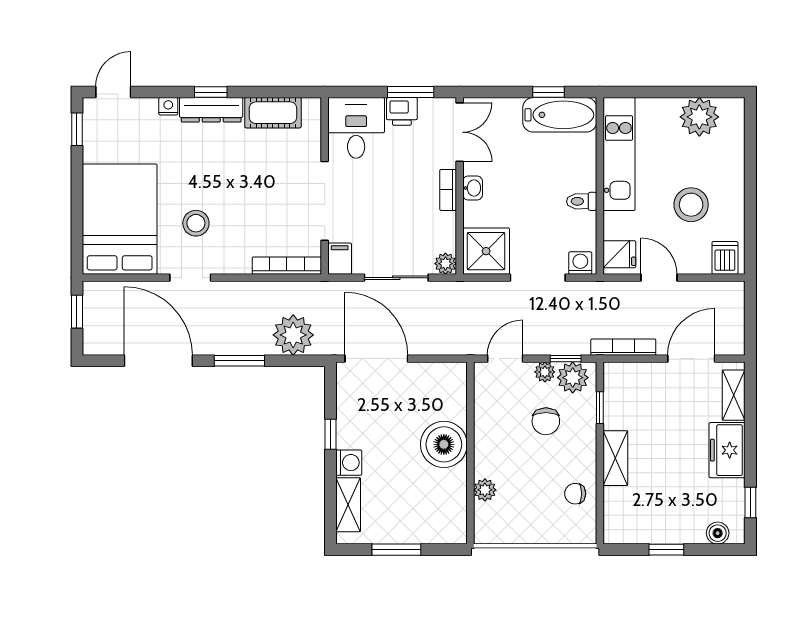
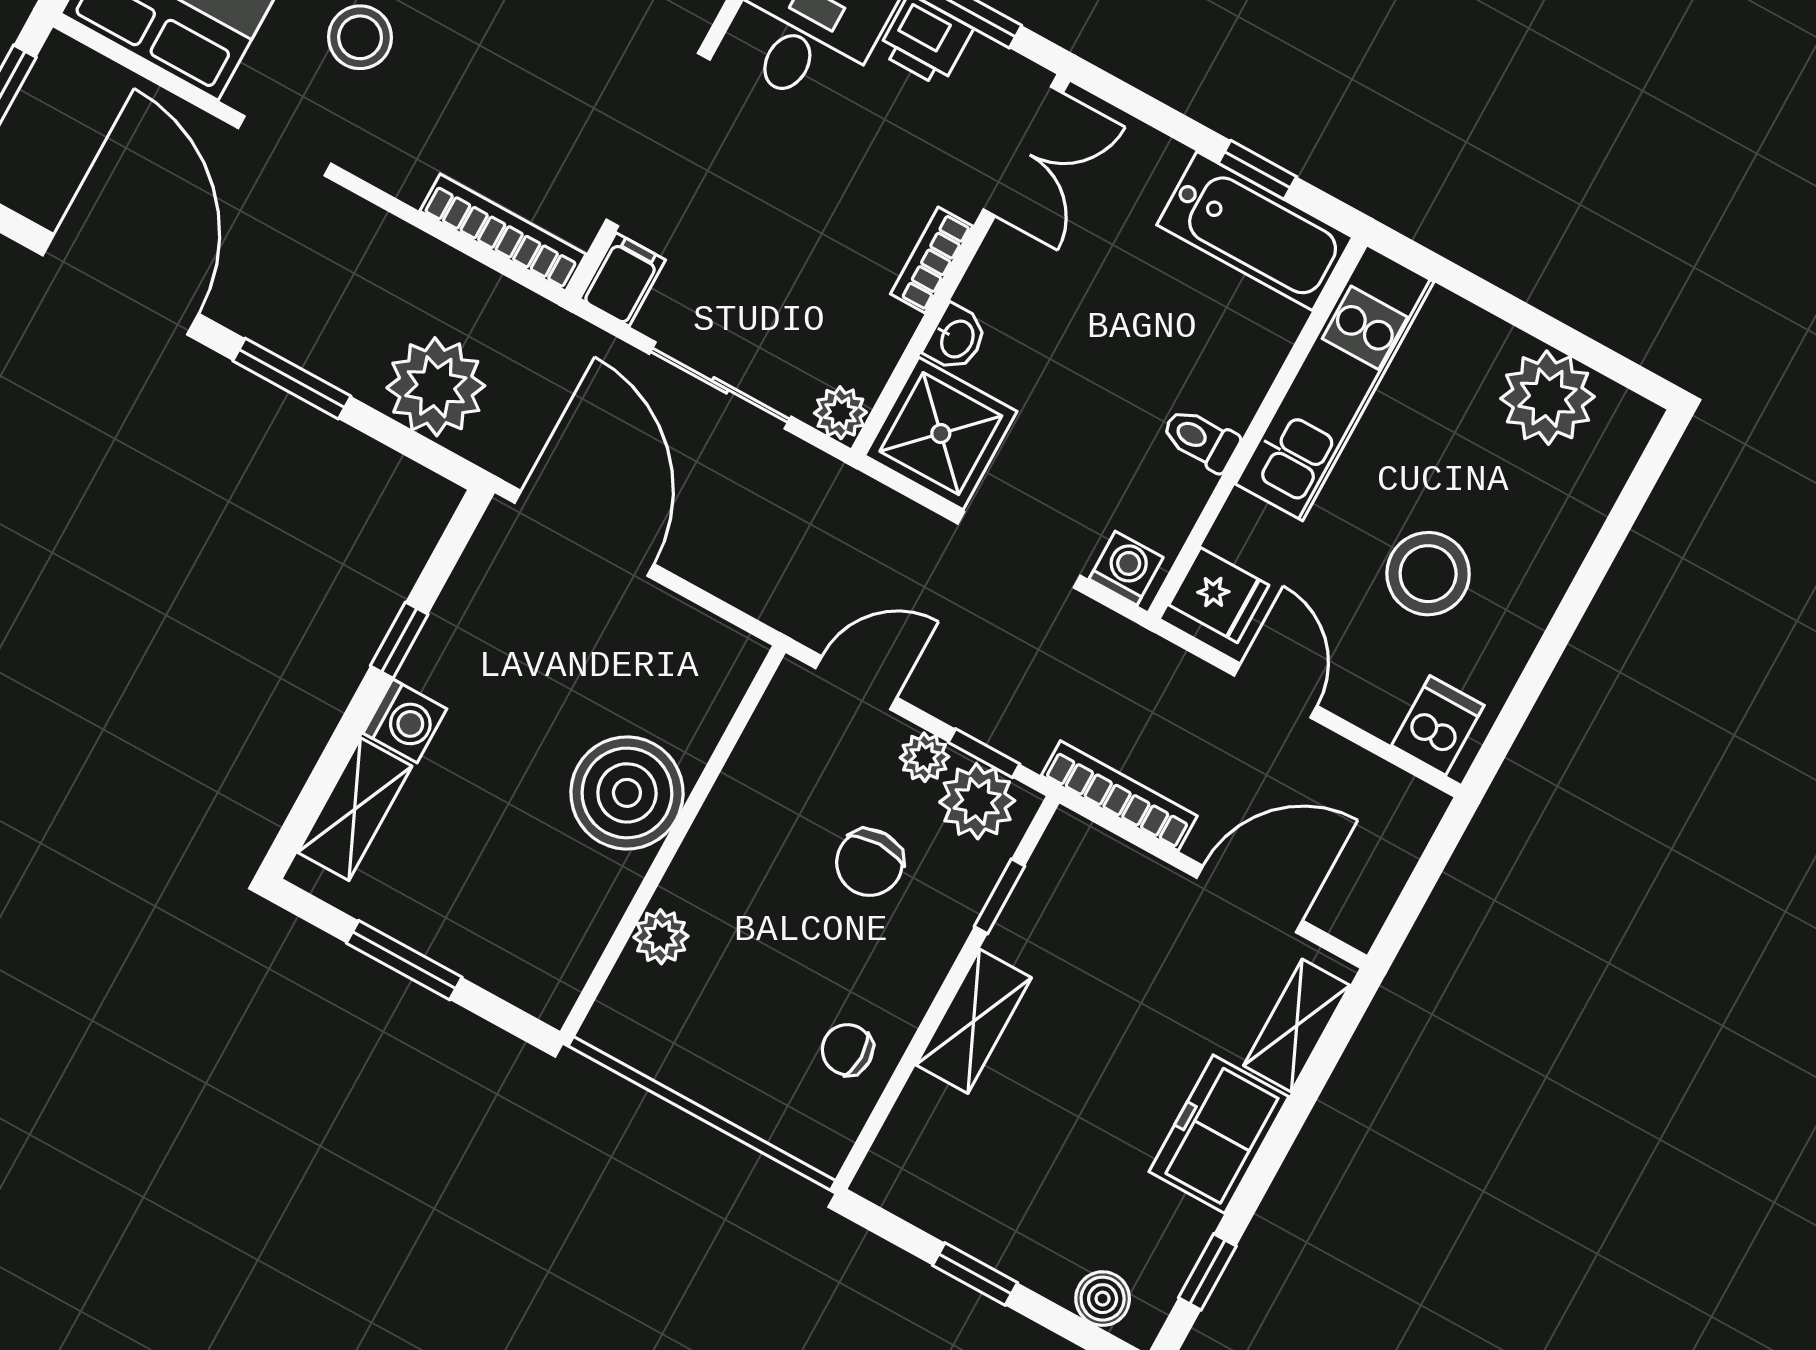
washbasin: (473, 188) -> (956, 338), moved

